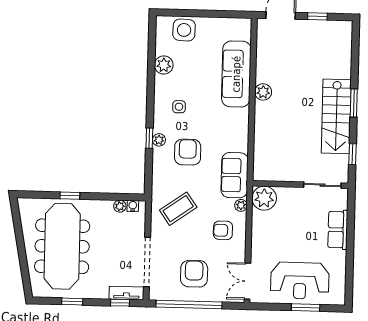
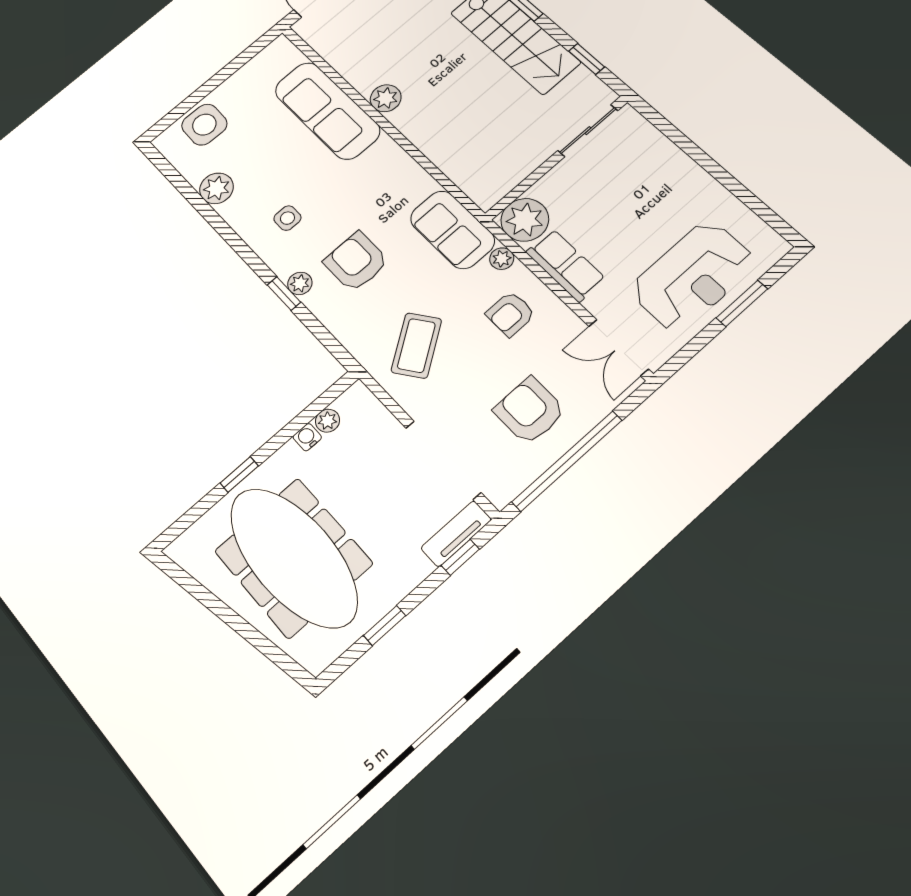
water cooler: (133, 206) -> (307, 437), moved
row of seats: (338, 230) -> (566, 265), moved, turned 180

